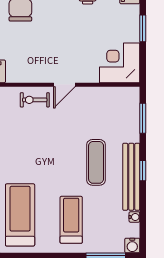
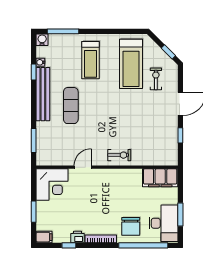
door: (64, 85) -> (83, 167), moved
window: (143, 171) -> (34, 72), moved

